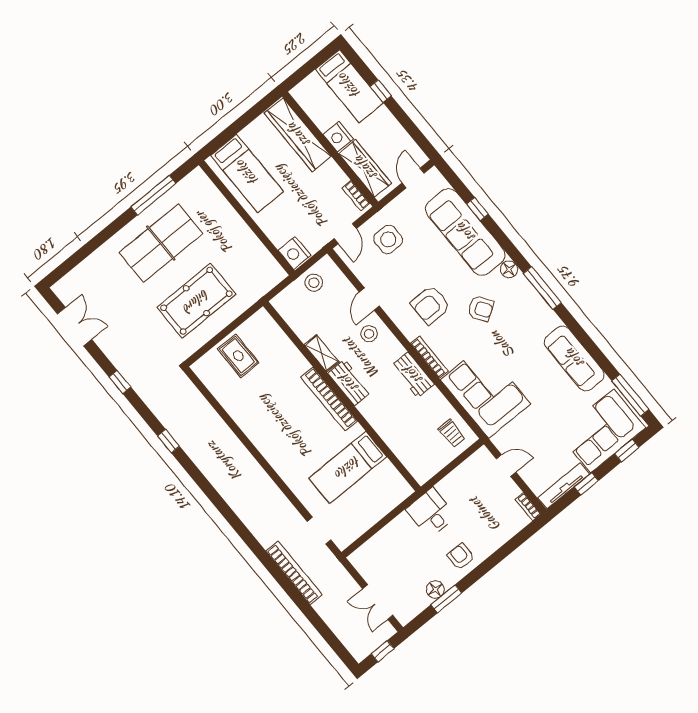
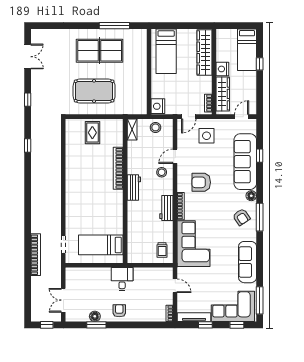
armchair: (481, 309) -> (241, 217), moved
shelving: (322, 353) -> (132, 130), moved
bookcase: (329, 399) -> (118, 168), moved
bed: (348, 467) -> (101, 245), moved

